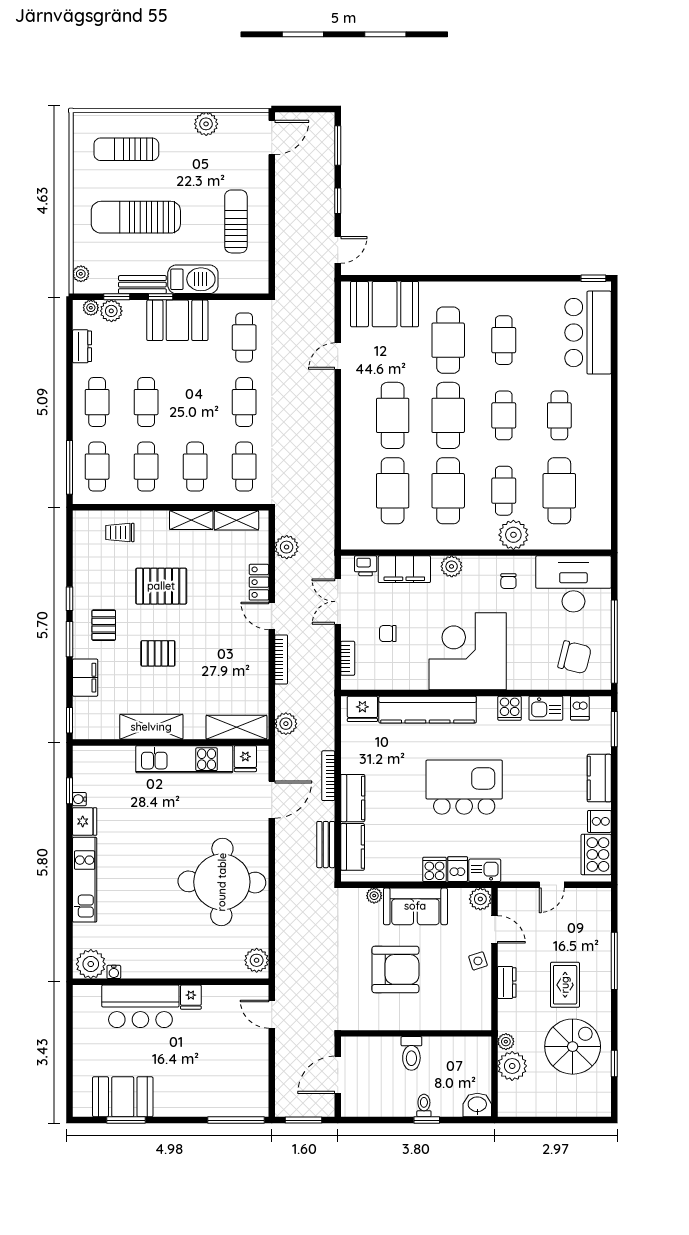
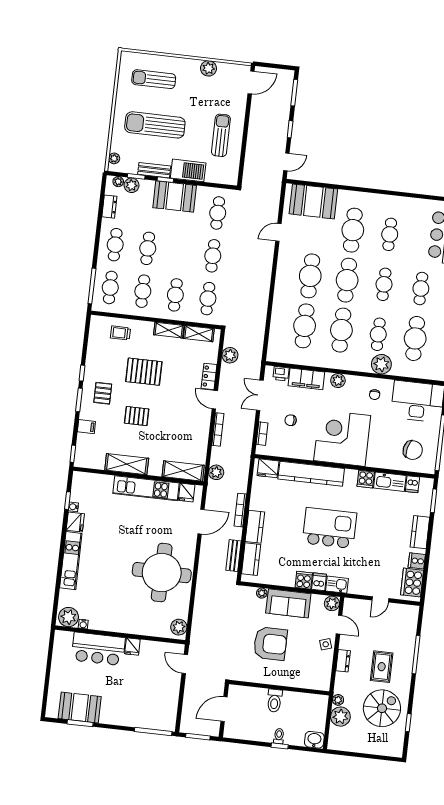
filing cabinet: (85, 678) -> (86, 427), width x0.50
kitchen sink: (546, 708) -> (390, 482), width x1.38

